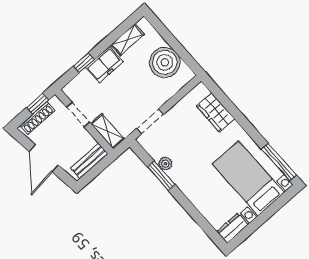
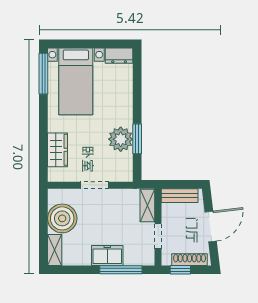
shelving: (127, 40) -> (55, 250), moved, turned 90
window: (84, 63) -> (121, 270), width x2.17
doorway: (150, 121) -> (95, 185), moved
plant: (165, 164) -> (121, 139), width x1.88, depth x1.88

